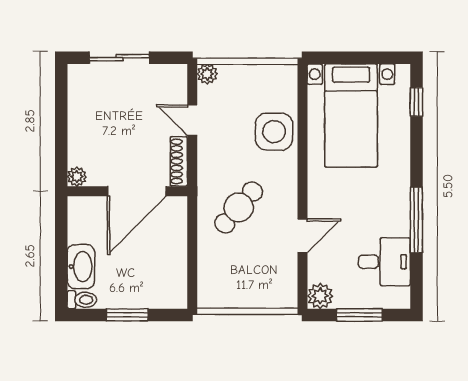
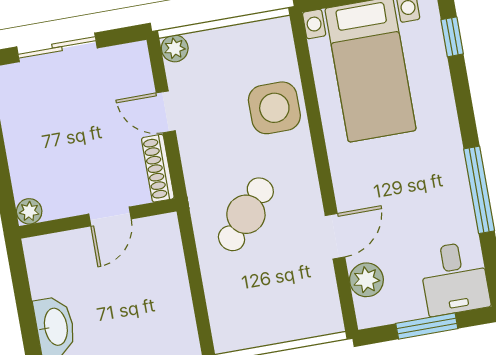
door: (137, 191) -> (110, 217), width x0.53
desk: (384, 262) -> (455, 278), moved, turned 90
plant: (320, 296) -> (366, 280), moved

